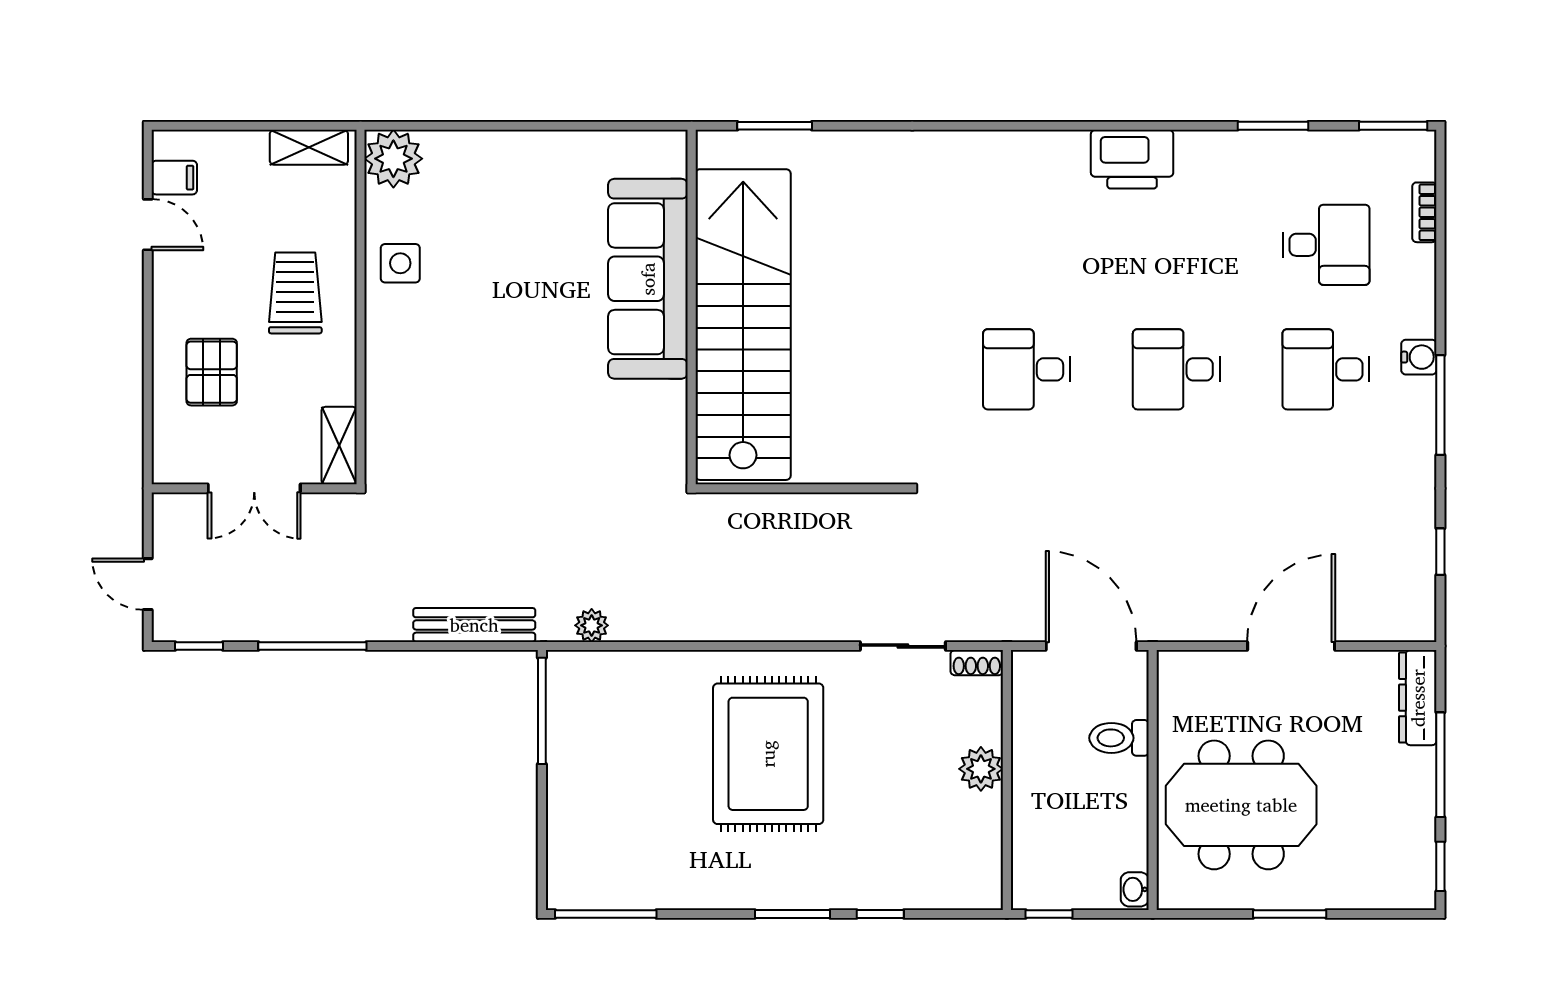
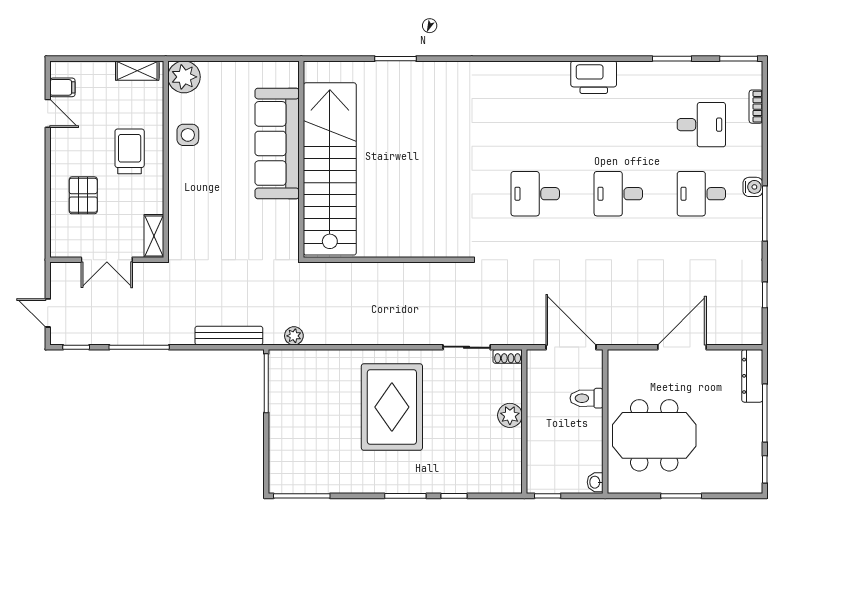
sofa: (648, 279) -> (277, 143), moved
wall: (692, 307) -> (301, 159), moved
stairs: (743, 325) -> (330, 169), moved

